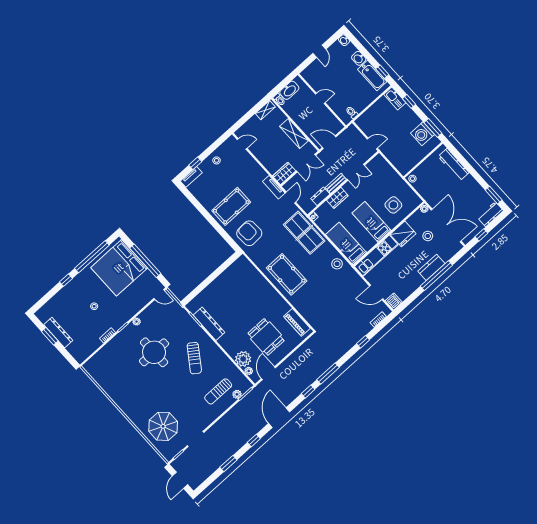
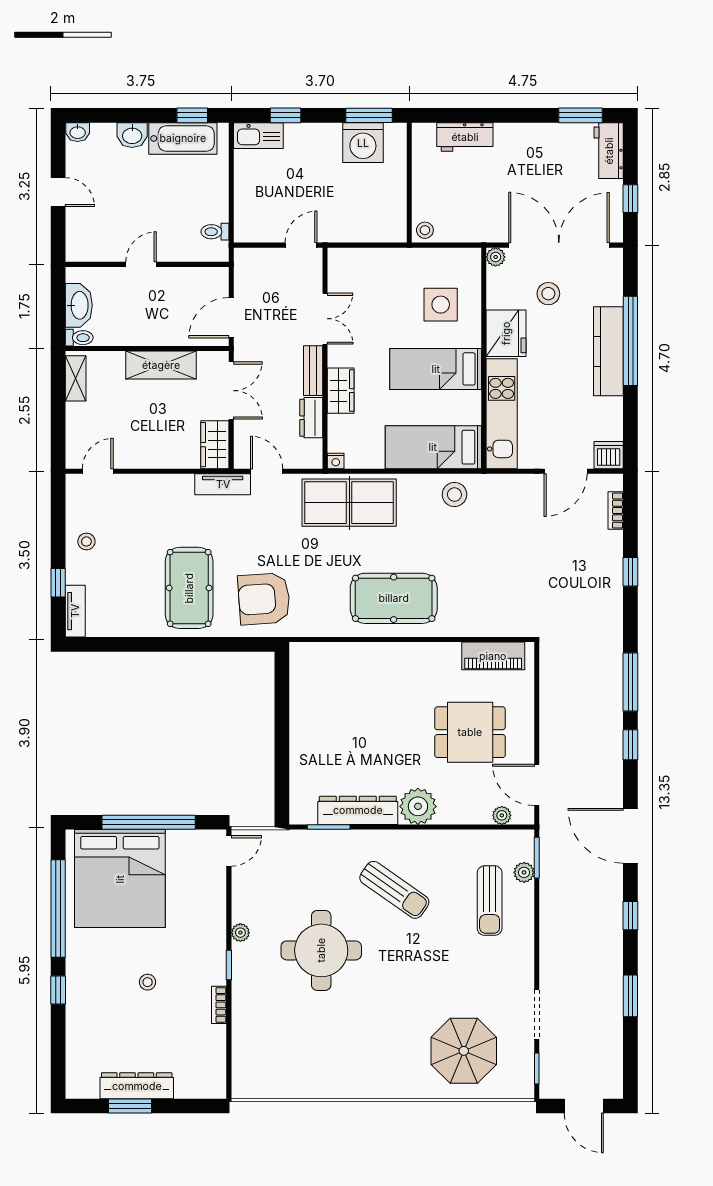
workbench: (454, 165) -> (465, 137), width x0.73
kitchen counter: (431, 267) -> (608, 351), width x1.50
plant: (243, 359) -> (418, 806), moved

